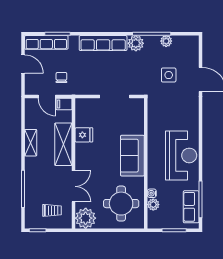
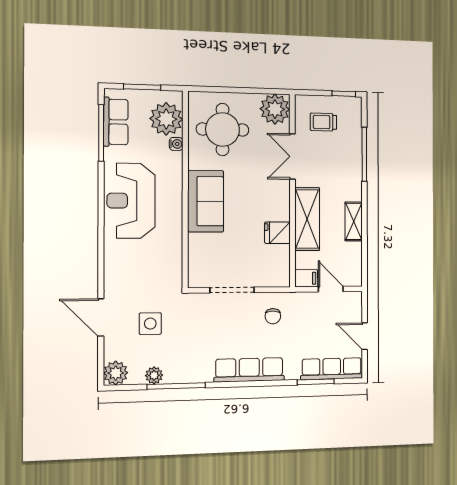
plant: (136, 43) -> (116, 373), moved
chair: (61, 78) -> (273, 316), moved
plant: (153, 205) -> (166, 119), width x1.88, depth x1.88

